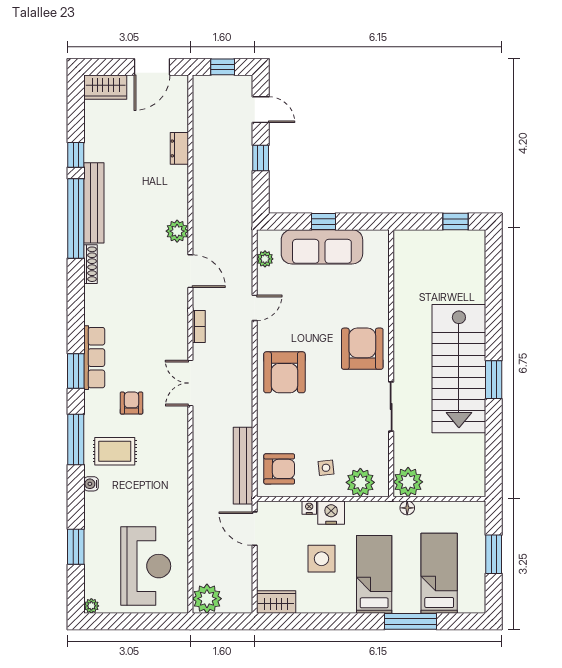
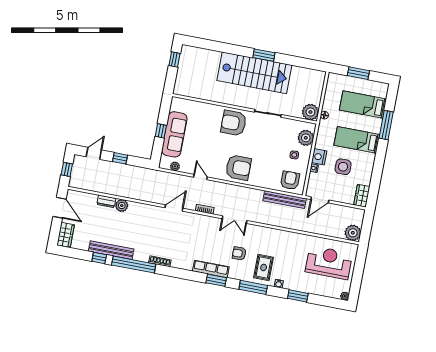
bench: (94, 203) -> (111, 250), moved
plant: (177, 231) -> (122, 206), moved
window: (76, 547) -> (298, 296), moved

